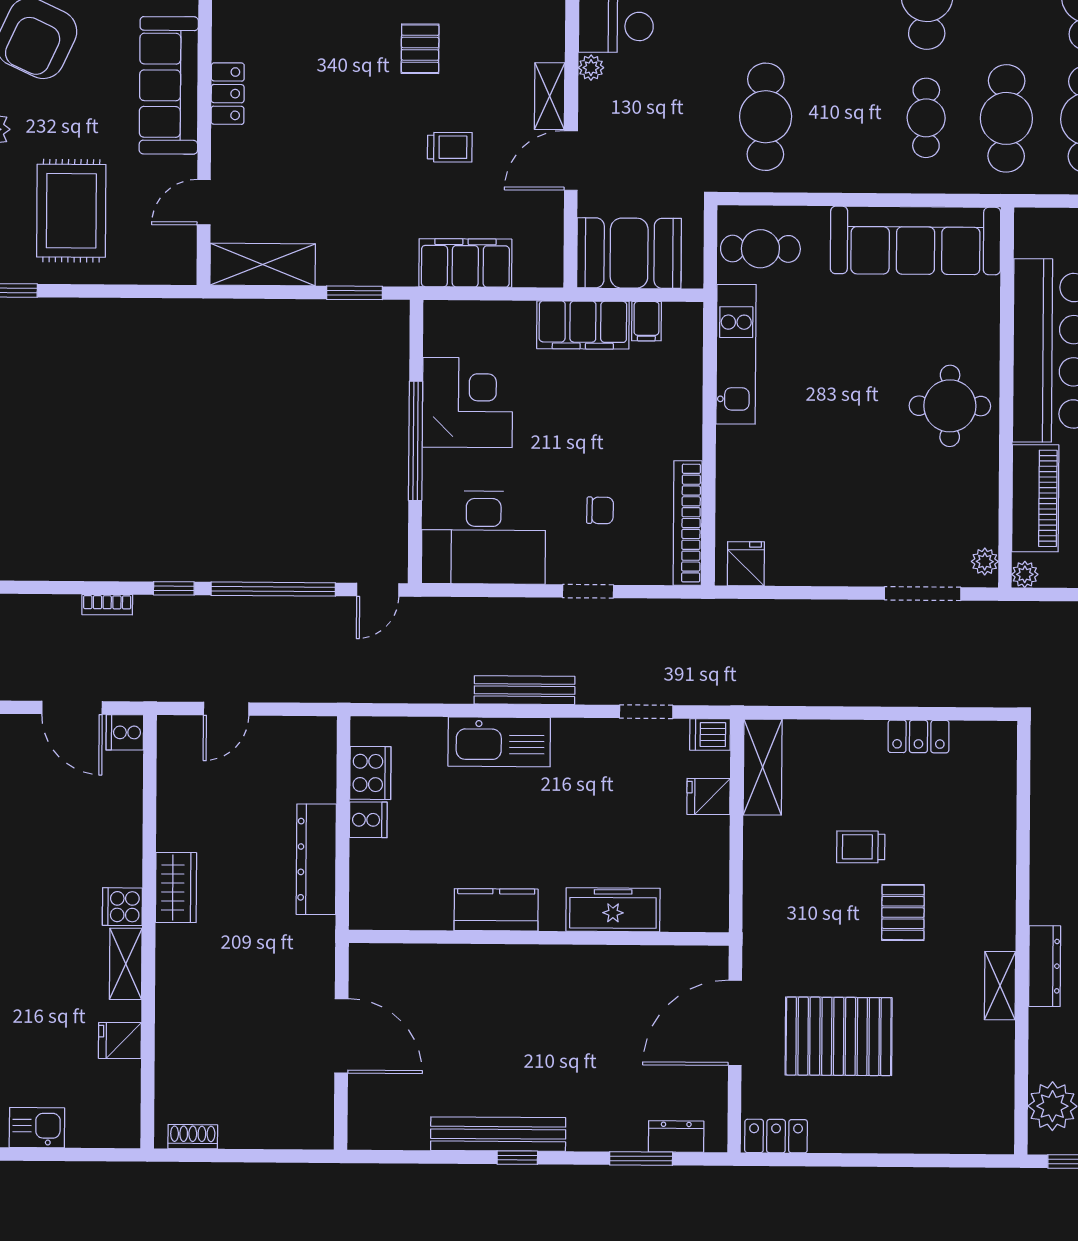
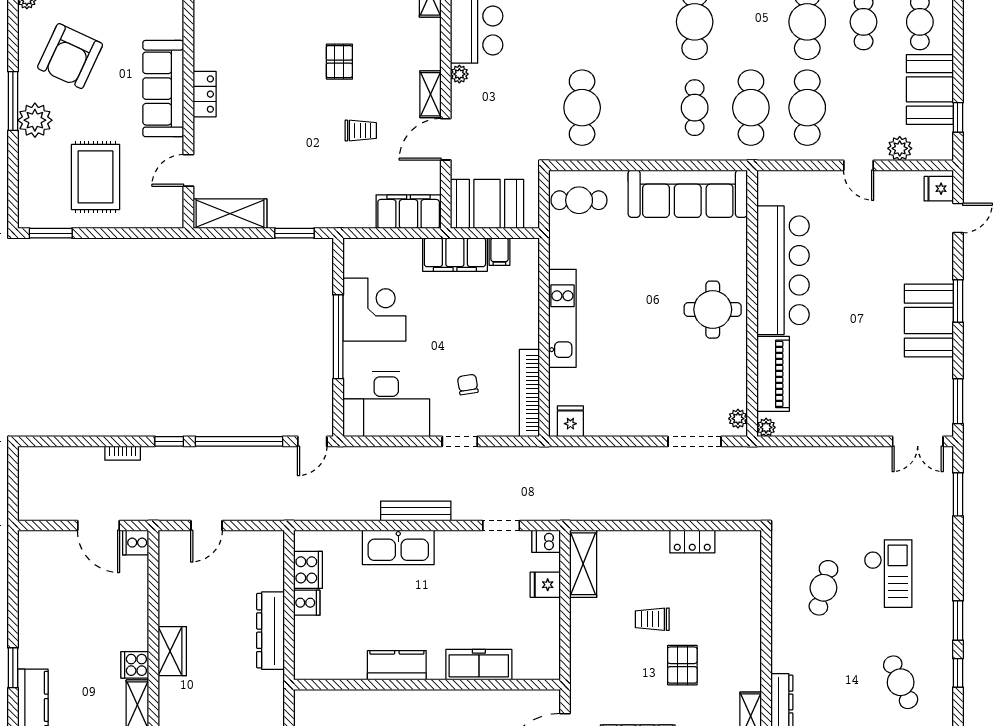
filing cabinet: (465, 263) -> (409, 212), moved
kitchen unit: (736, 354) -> (562, 318), moved
chair: (600, 510) -> (468, 385), turned -100

